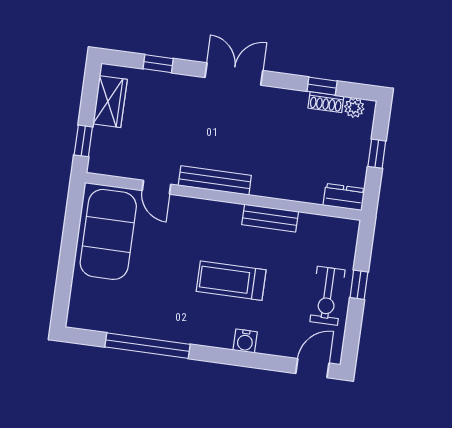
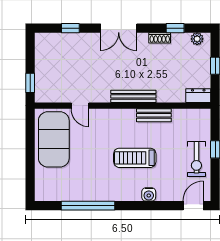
double door: (234, 74) -> (119, 28), swing flipped
wardrobe: (110, 102) -> (44, 56), removed
shoe rack: (326, 102) -> (160, 38), moved
bench: (215, 180) -> (133, 96), moved

